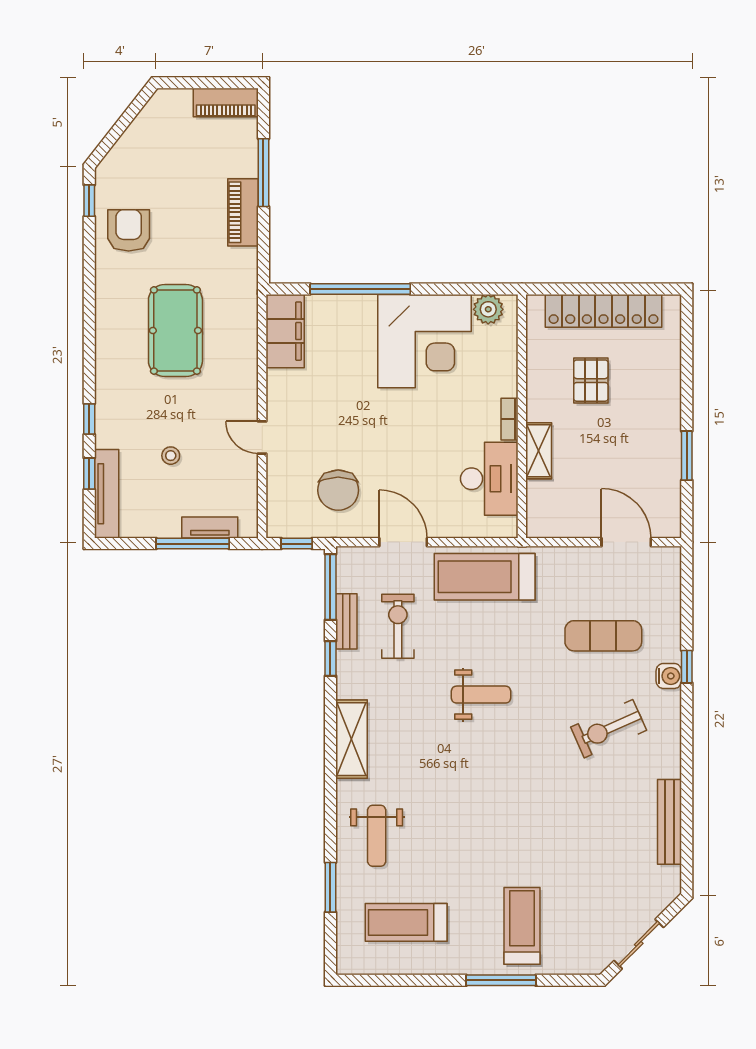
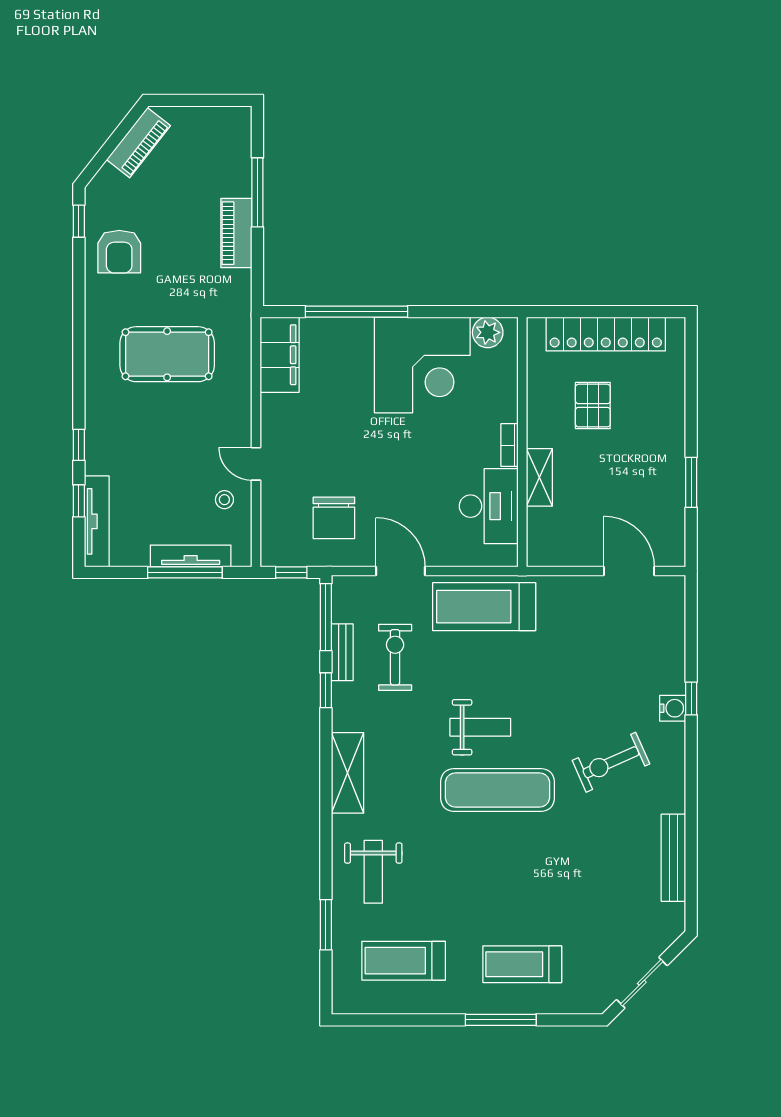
piano: (226, 103) -> (138, 143), moved, turned -52
armchair: (129, 230) -> (119, 252), turned 180
pool table: (175, 331) -> (167, 354), turned 90
stool: (171, 456) -> (224, 500), moved
tv unit: (210, 527) -> (191, 556), width x1.41
exercise mat: (603, 636) -> (497, 790), moved, width x1.36, depth x1.45
treadmill: (522, 926) -> (522, 964), turned -90

